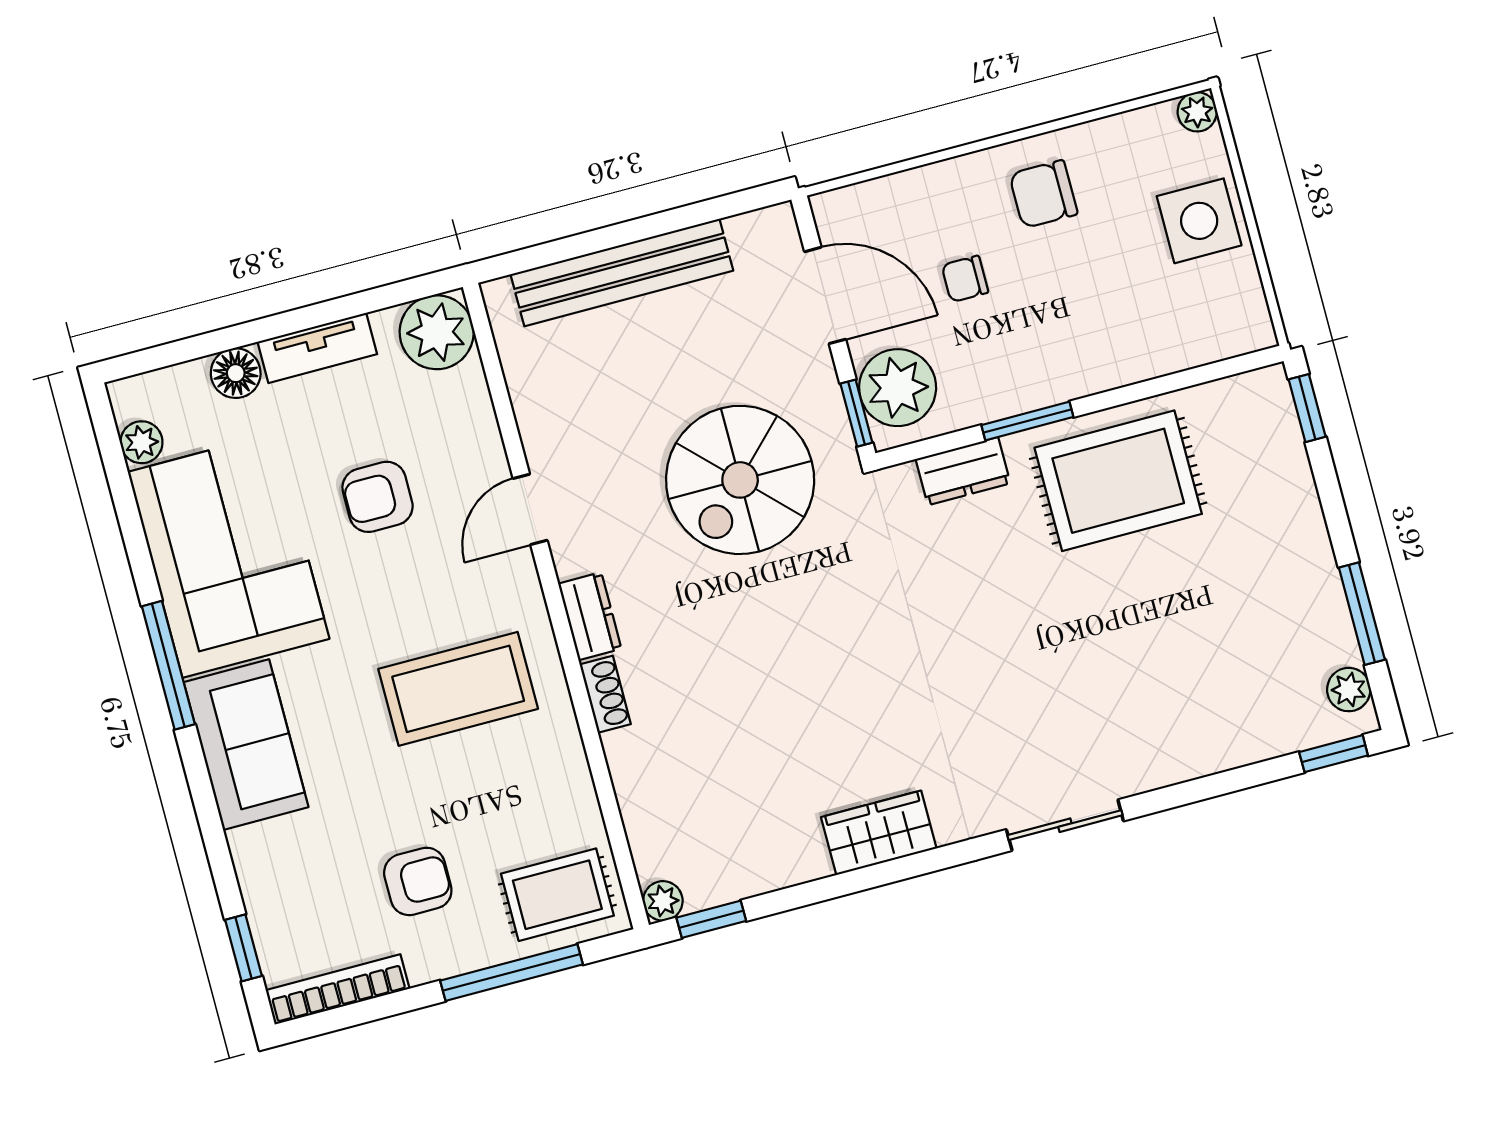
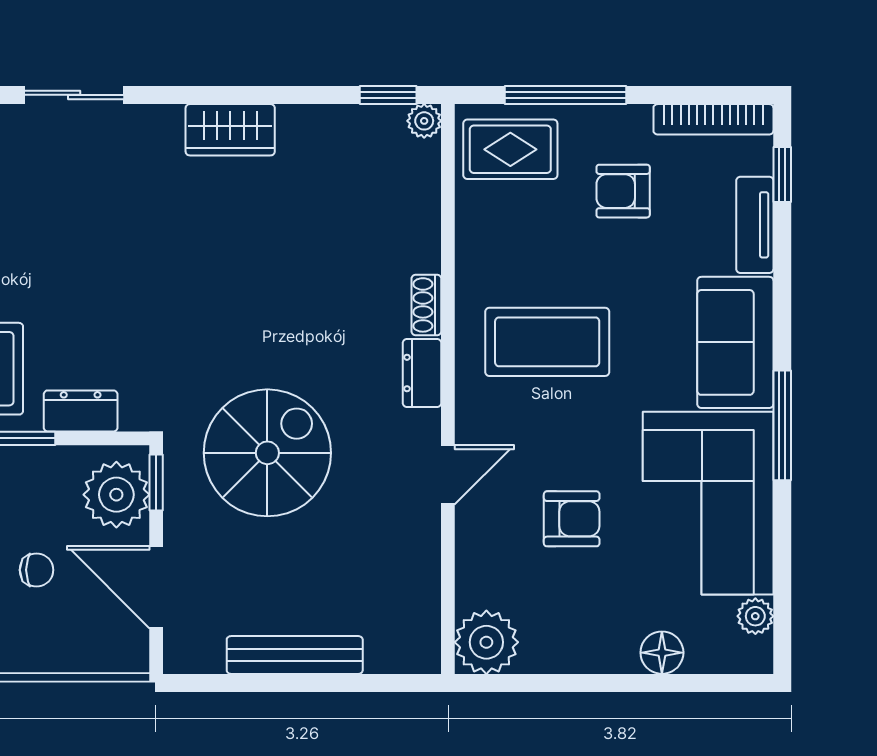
bench: (622, 273) -> (295, 655), width x0.73, depth x0.82
tv unit: (317, 348) -> (755, 225), moved, turned -90

